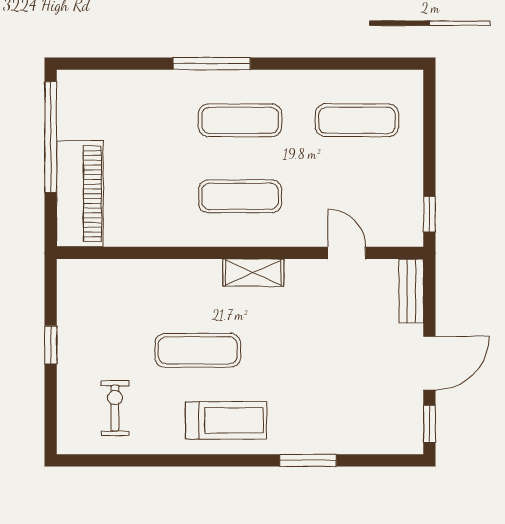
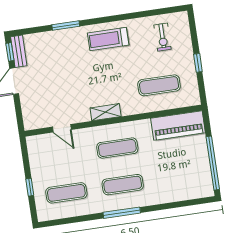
window: (212, 64) -> (122, 213), moved
piano: (80, 194) -> (178, 125), moved, turned -90
window: (429, 214) -> (30, 187), moved
bench: (411, 291) -> (19, 51), moved
exercise mat: (198, 350) -> (159, 85), moved

